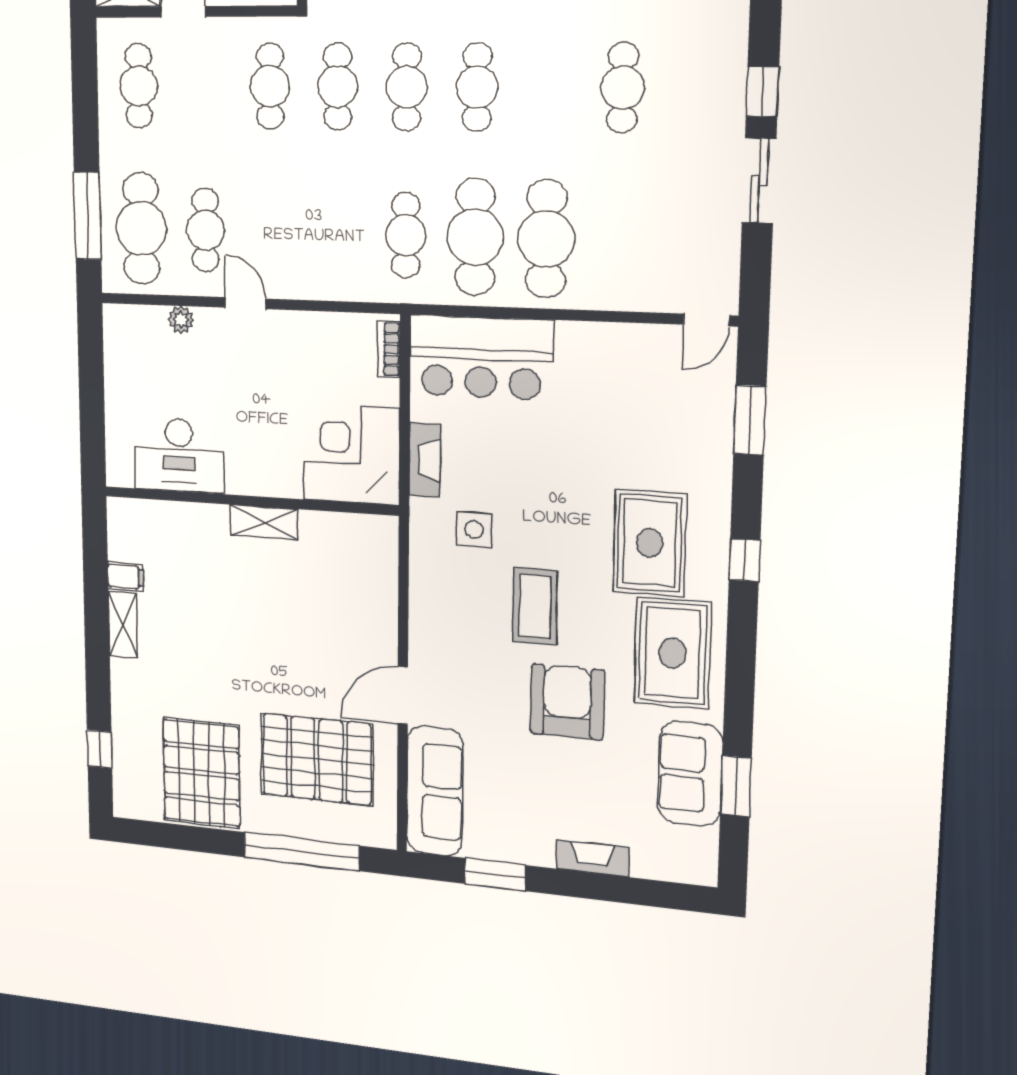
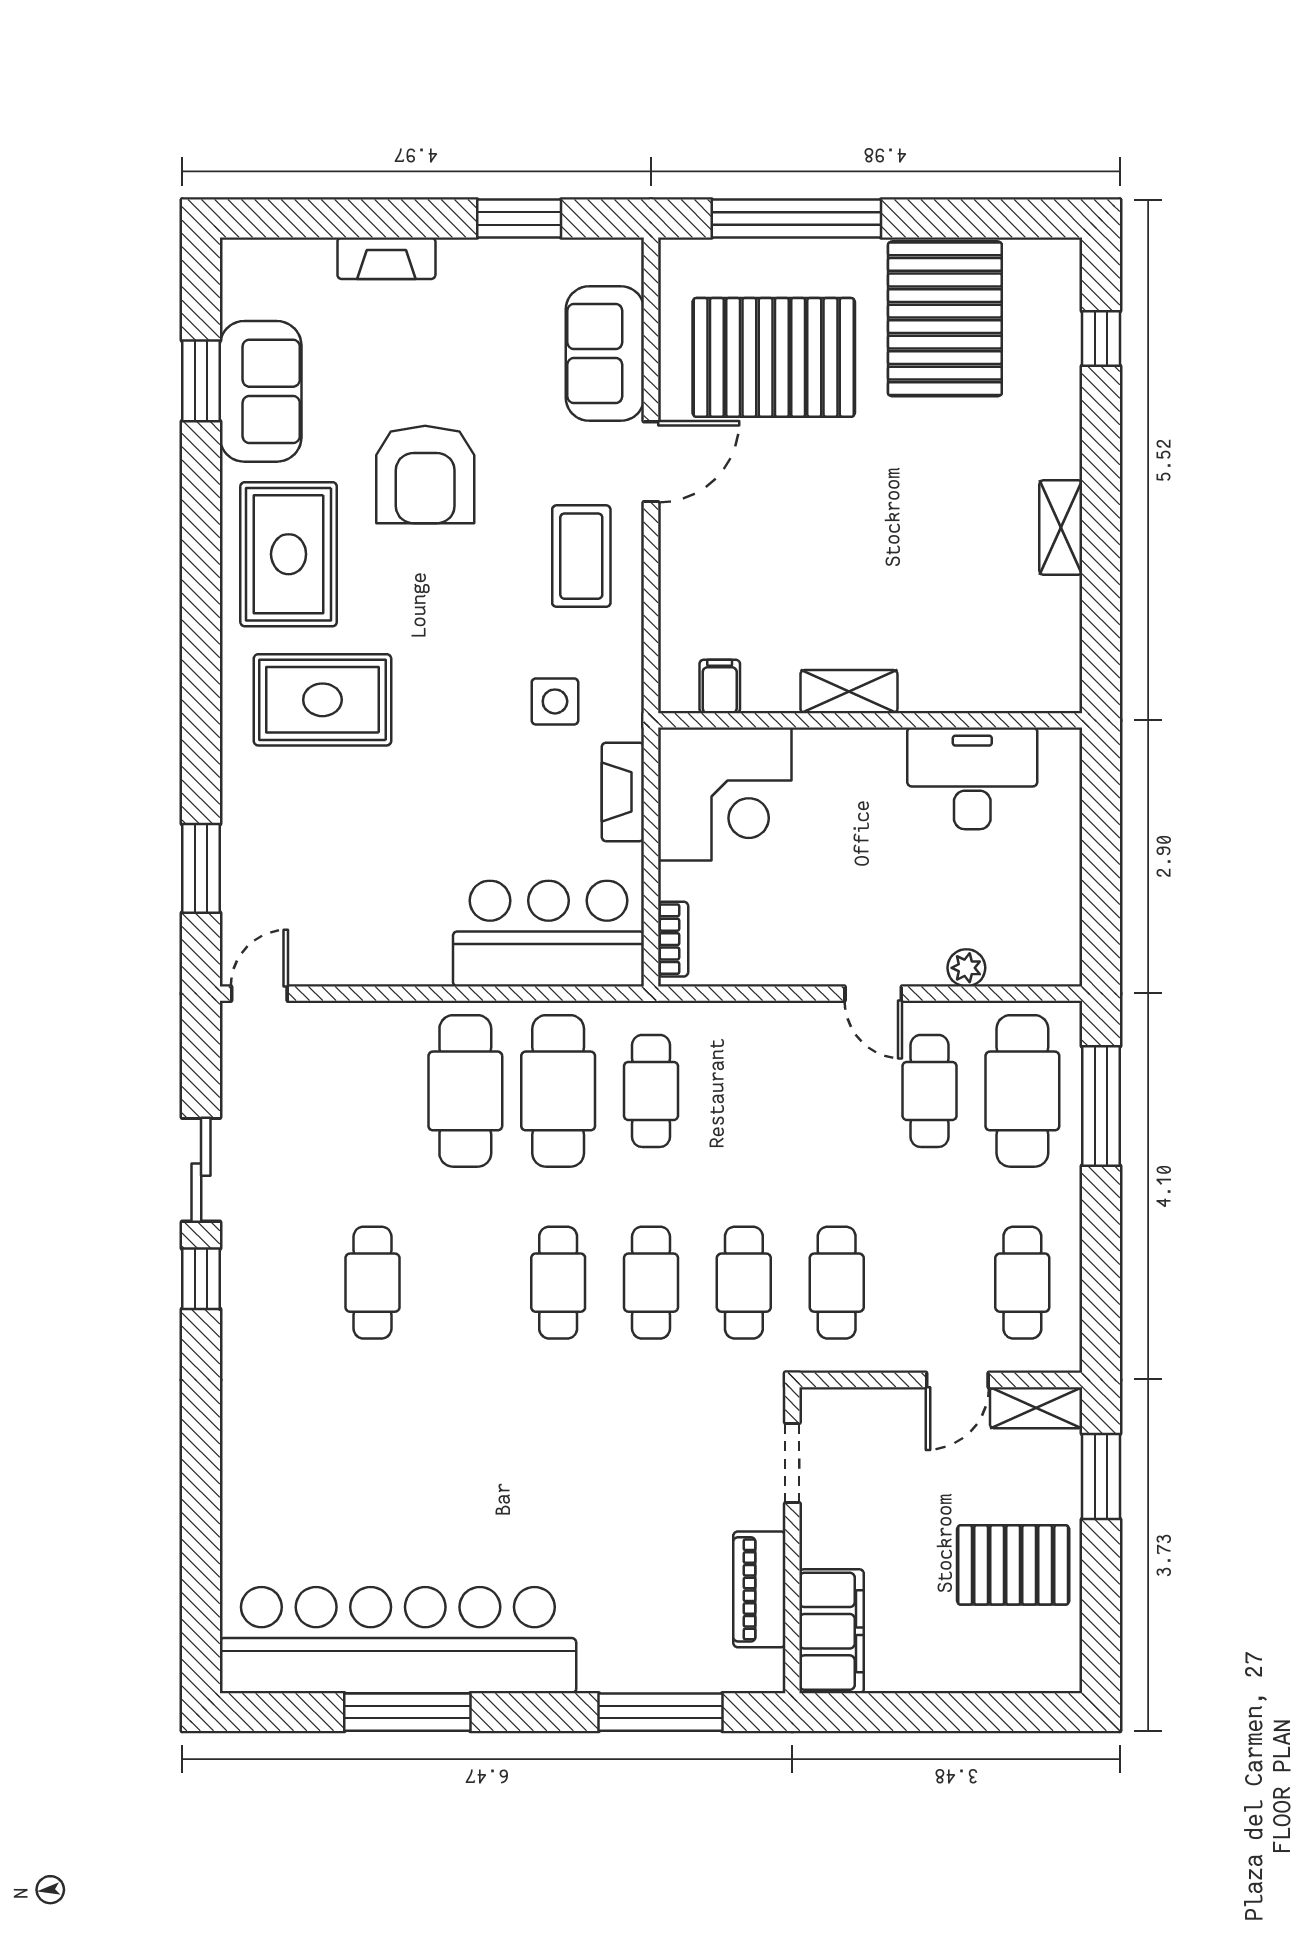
rug: (650, 543) -> (322, 700), turned 90
window: (745, 560) -> (201, 686), removed
filing cabinet: (126, 577) -> (720, 686), moved, turned 90
coffee table: (535, 606) -> (581, 556), moved
sofa: (435, 791) -> (605, 354), width x0.73

